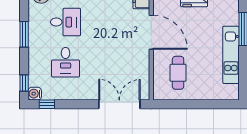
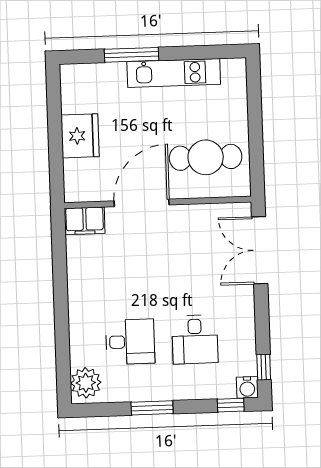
desk: (66, 22) -> (130, 342), turned 90
desk: (66, 62) -> (195, 339), turned 90
cafe table: (178, 73) -> (206, 157), width x1.37, depth x1.35

